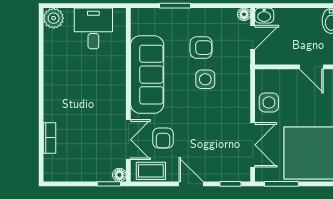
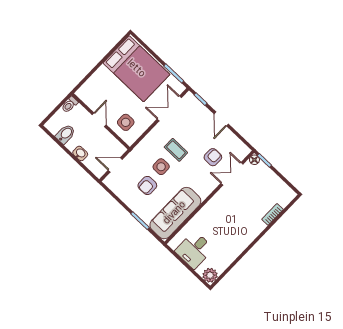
floor lamp: (244, 14) -> (108, 181), removed
washbasin: (264, 15) -> (80, 153), moved
armchair: (201, 48) -> (147, 185), turned -90
sofa: (147, 75) -> (175, 213), moved
side table: (269, 102) -> (126, 122), moved
coffee table: (151, 171) -> (176, 150), moved

